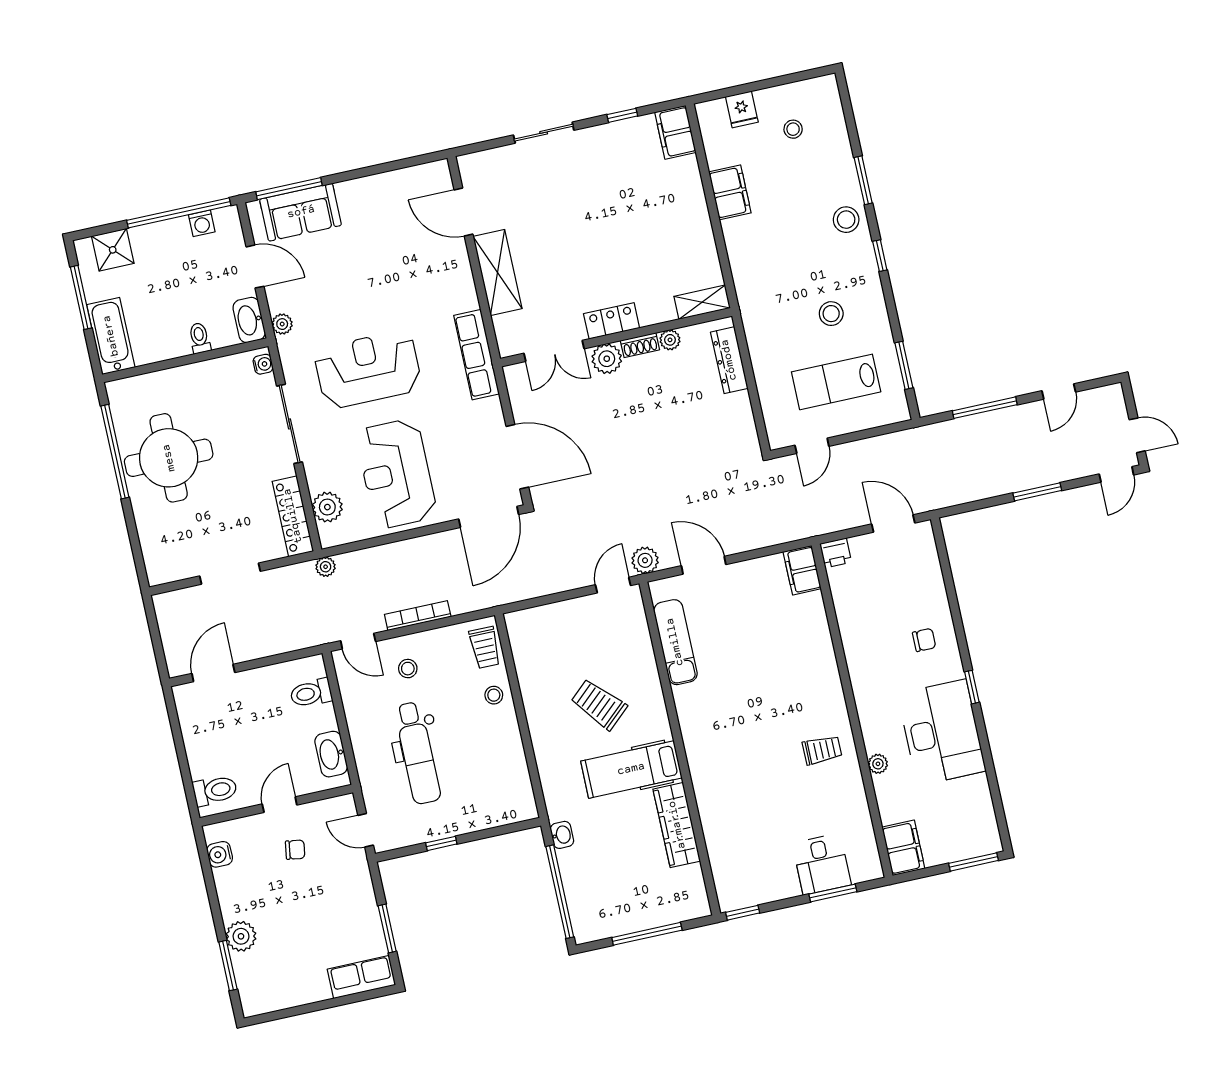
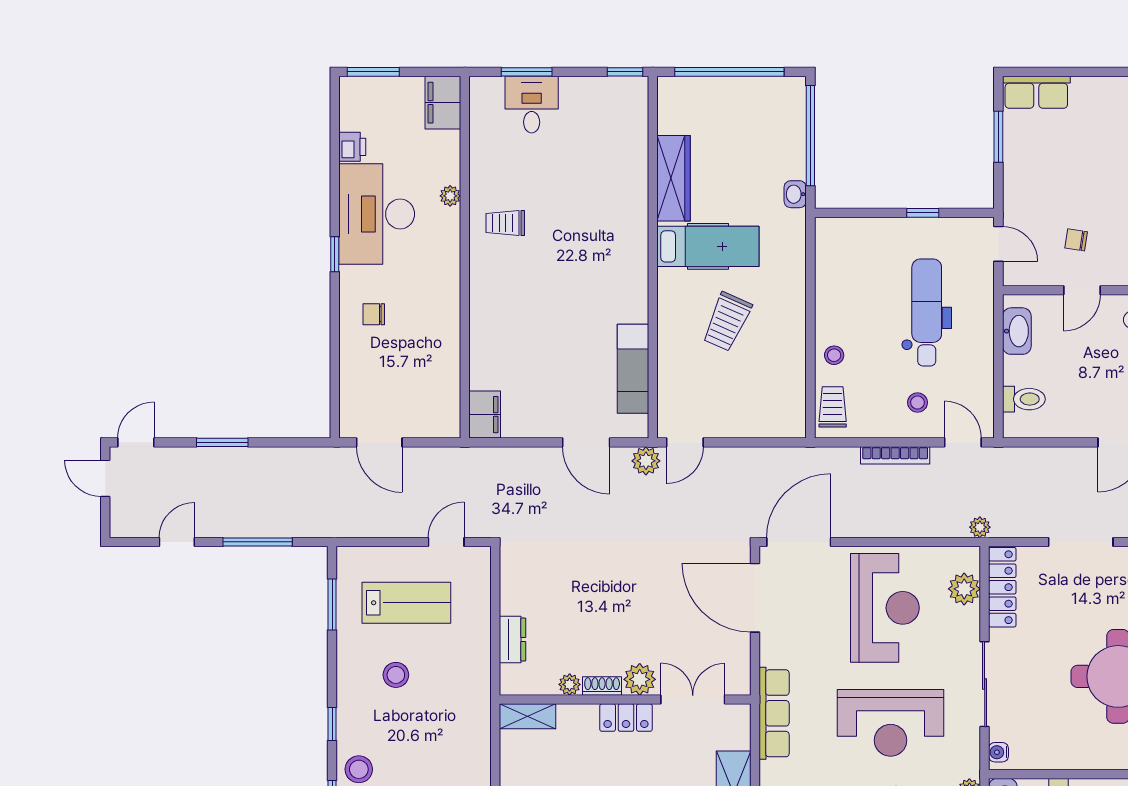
dresser: (729, 360) -> (512, 640), width x0.70
printer: (836, 553) -> (352, 147), moved, turned 90
trolley: (599, 704) -> (727, 322), turned 66
window: (647, 934) -> (729, 72), width x1.46

